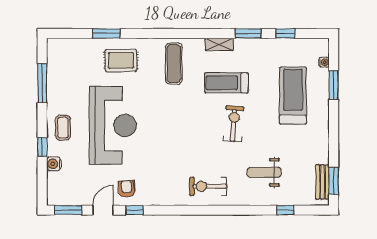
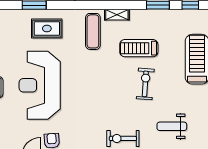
shelving: (219, 44) -> (117, 15), moved
reception desk: (113, 125) -> (40, 85), turned 180

